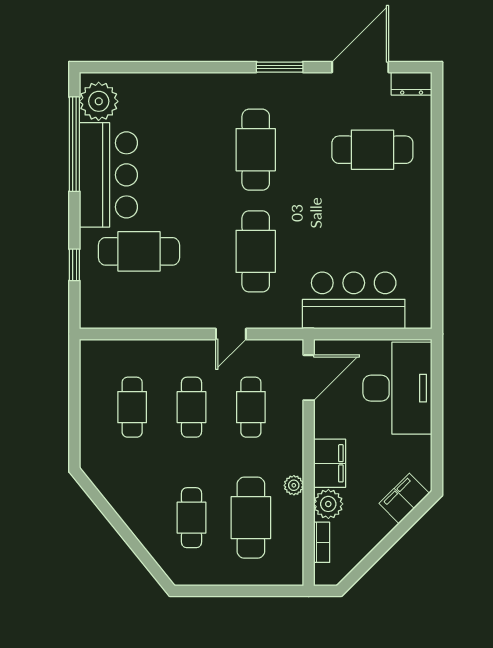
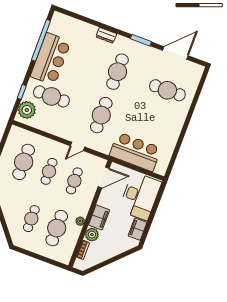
dresser: (412, 84) -> (106, 35), moved
plant: (99, 101) -> (27, 110), moved
cafe table: (132, 407) -> (24, 162), width x1.37, depth x1.35
filing cabinet: (404, 498) -> (137, 229), moved, turned -45

